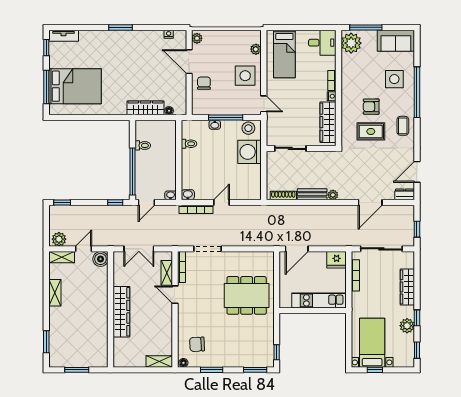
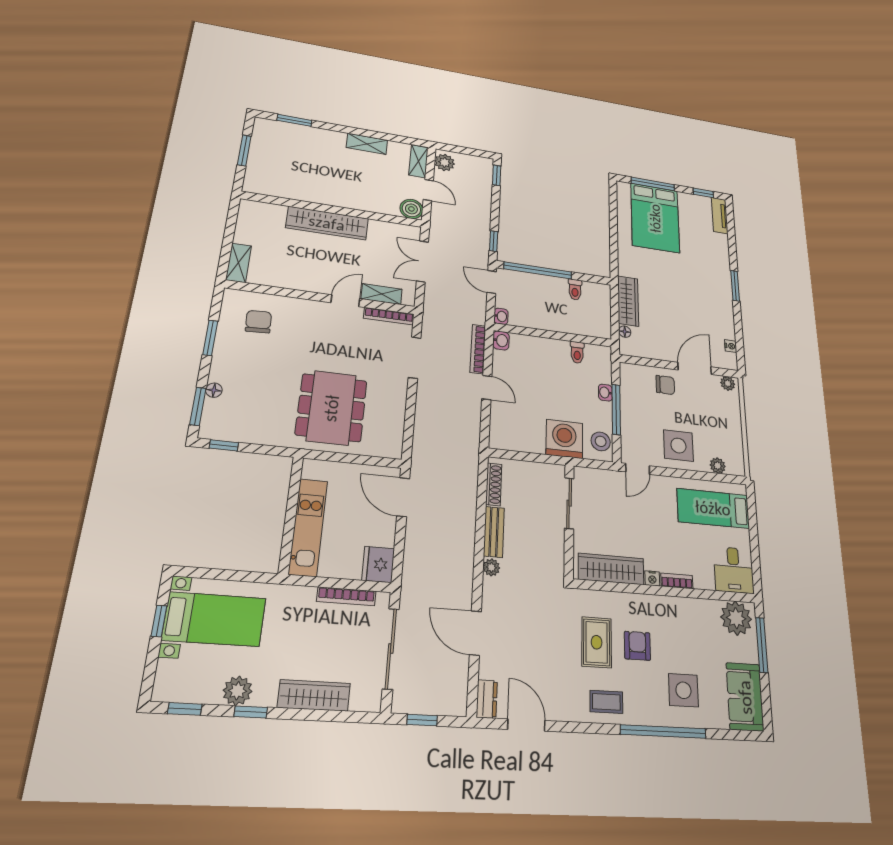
floor lamp: (183, 363) -> (214, 390), moved

